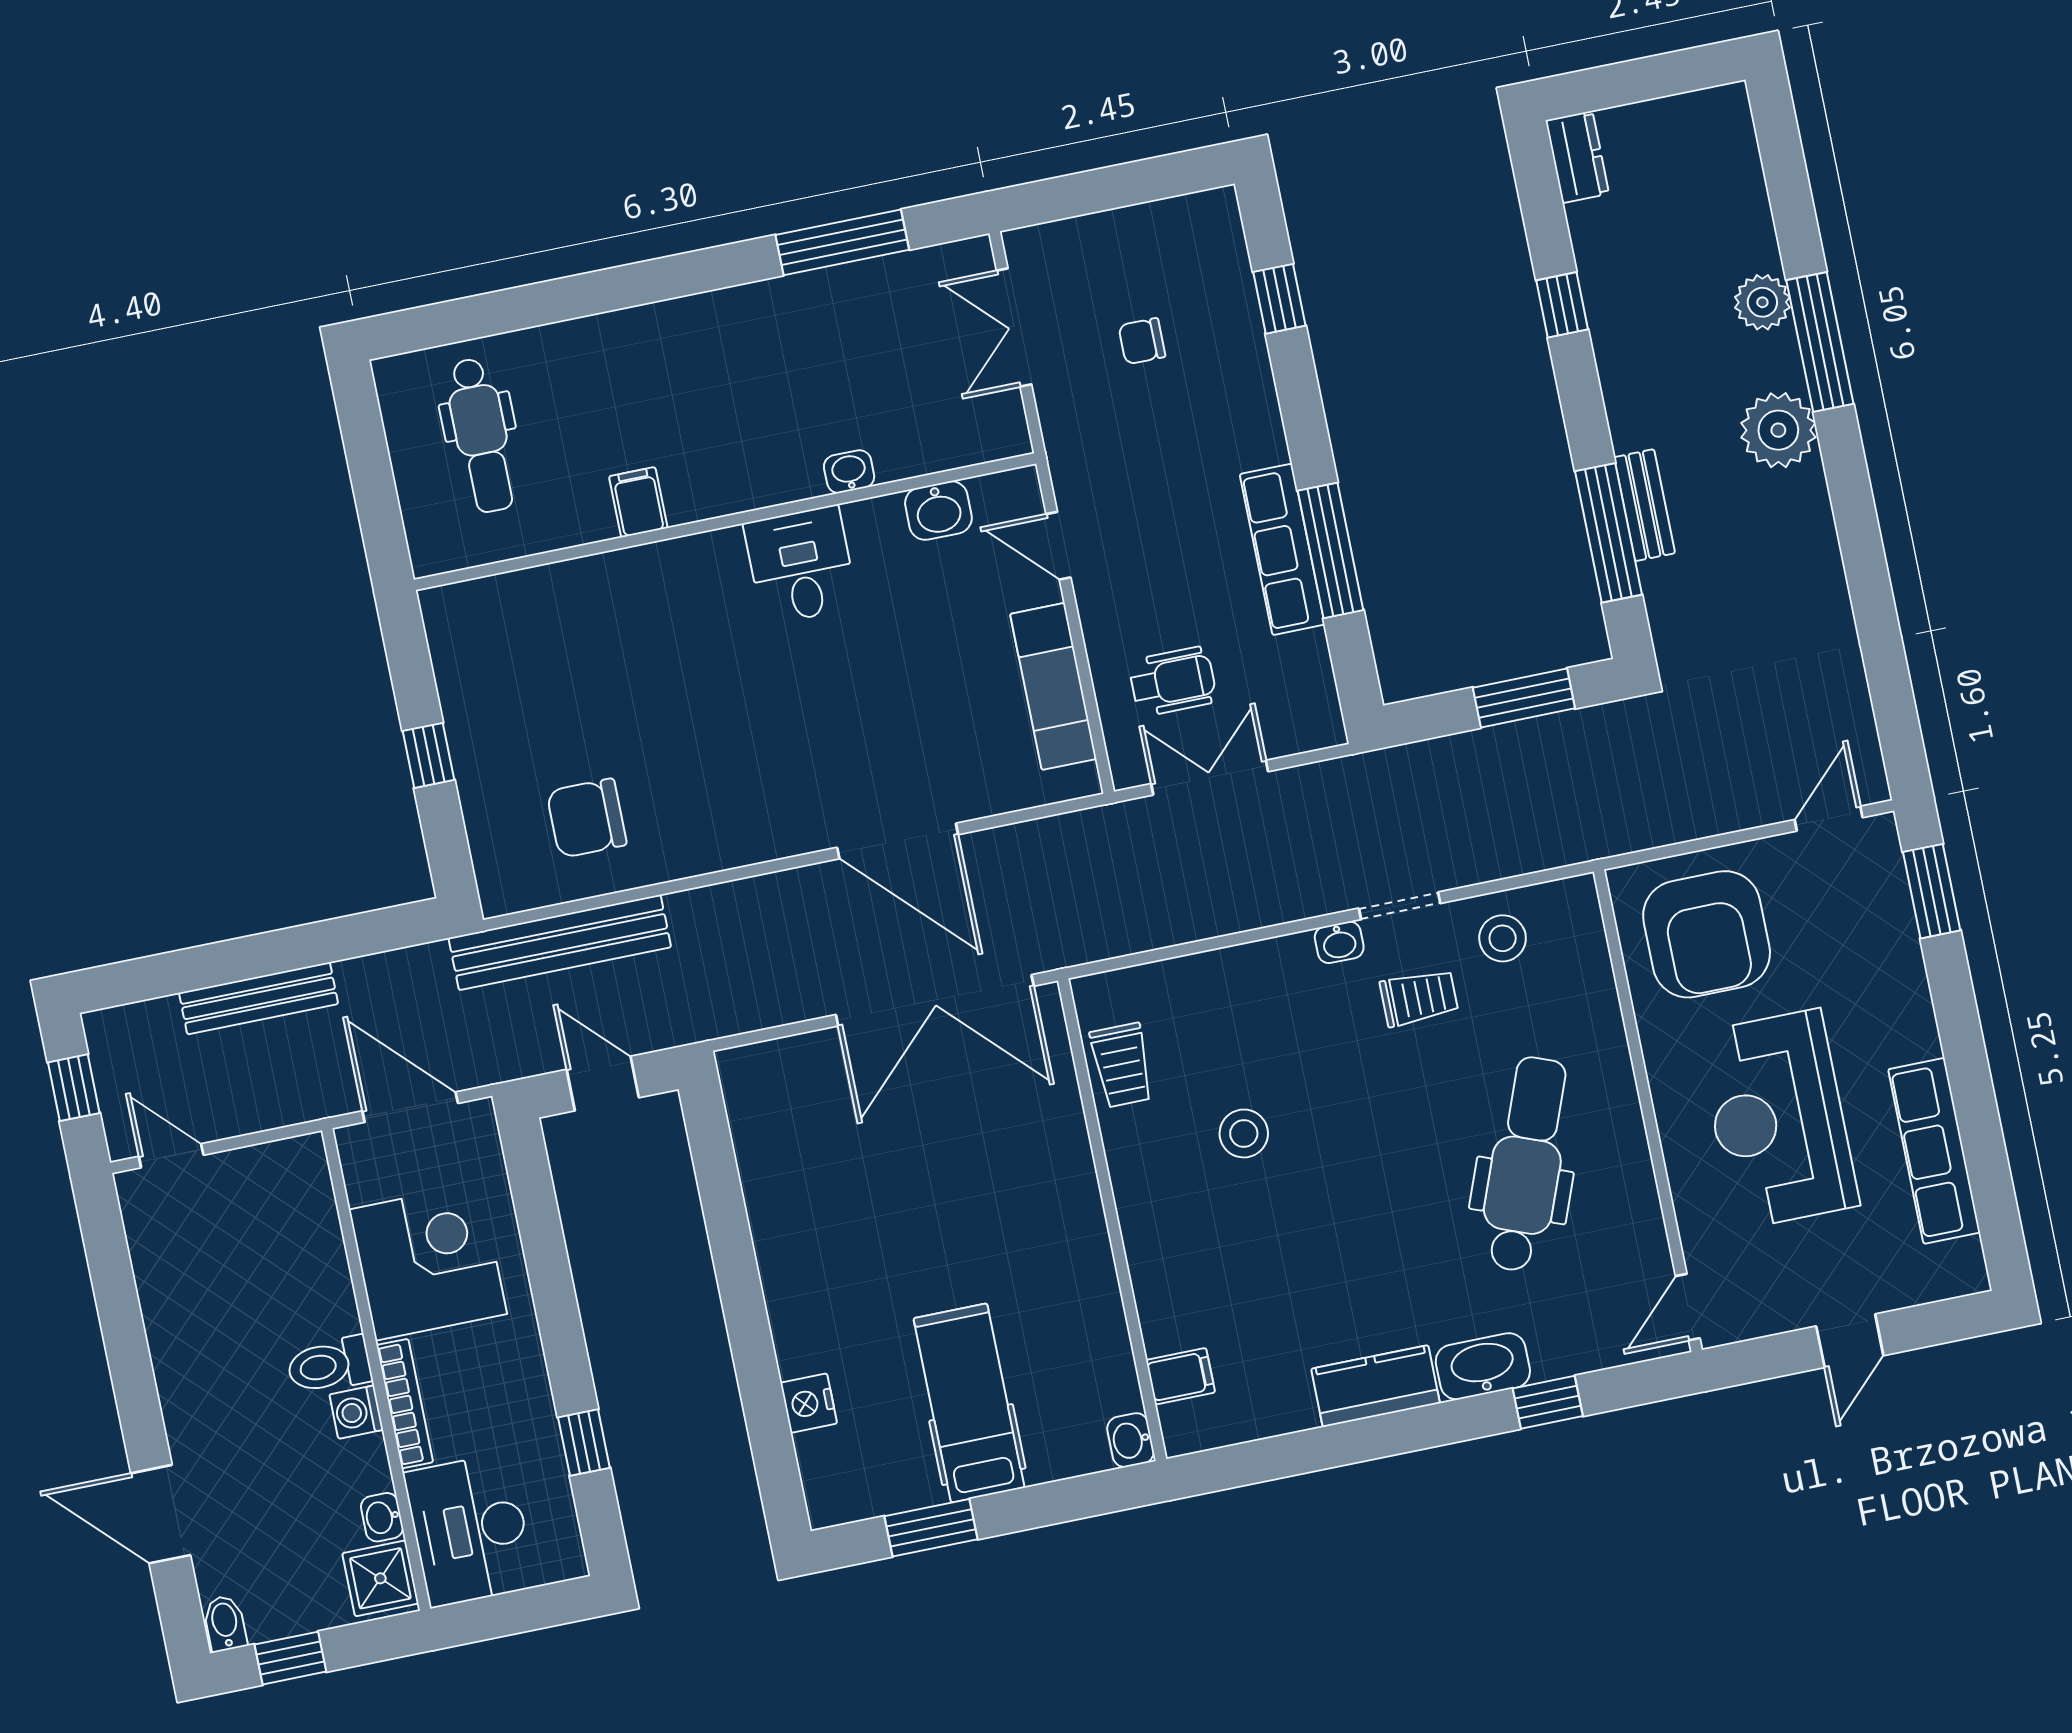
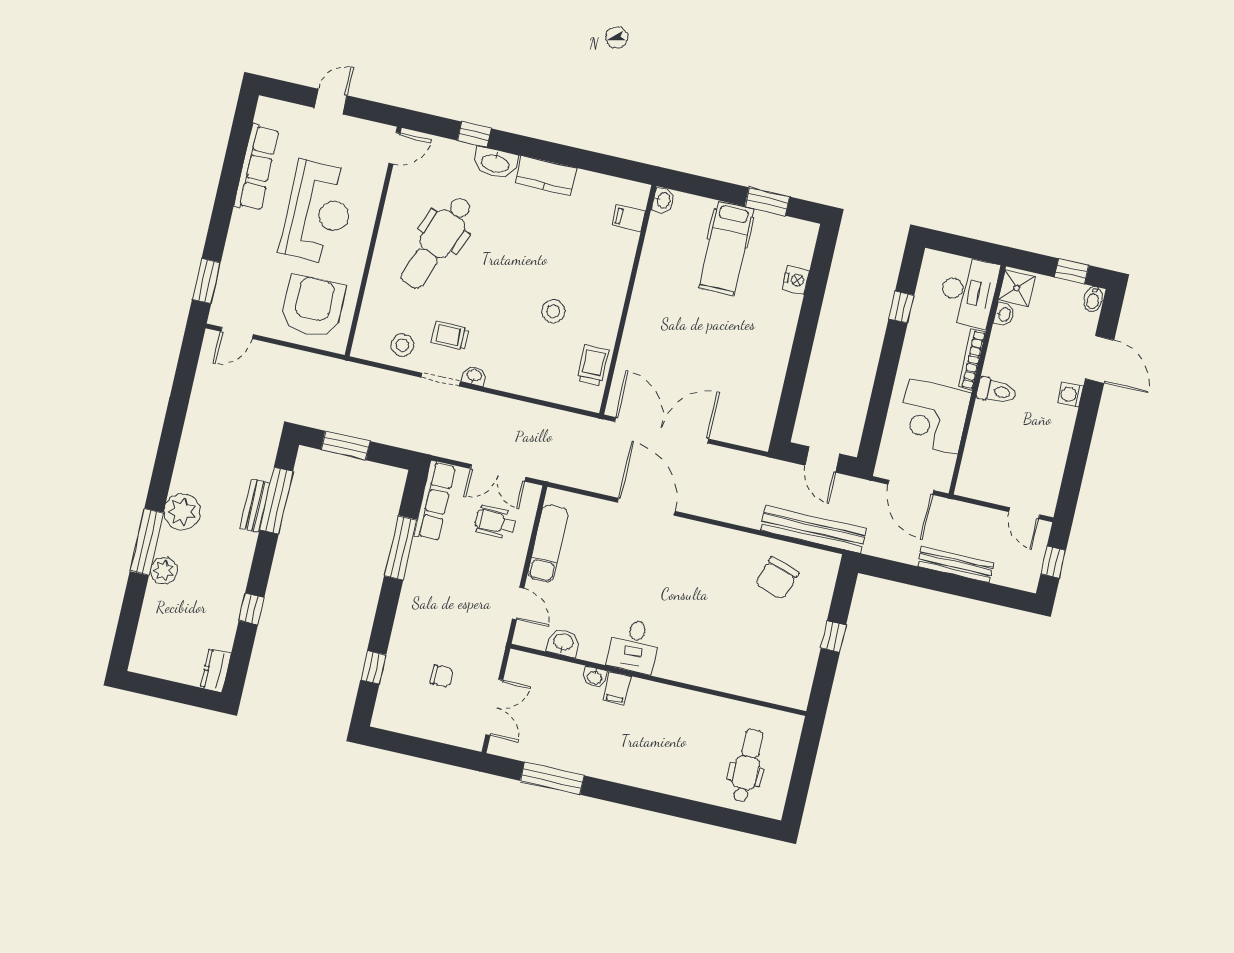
filing cabinet: (638, 502) -> (617, 688), moved
row of seats: (1282, 549) -> (434, 501), moved
chair: (587, 818) -> (777, 578), turned 108
washing machine: (356, 1412) -> (1070, 395), moved, turned 180

